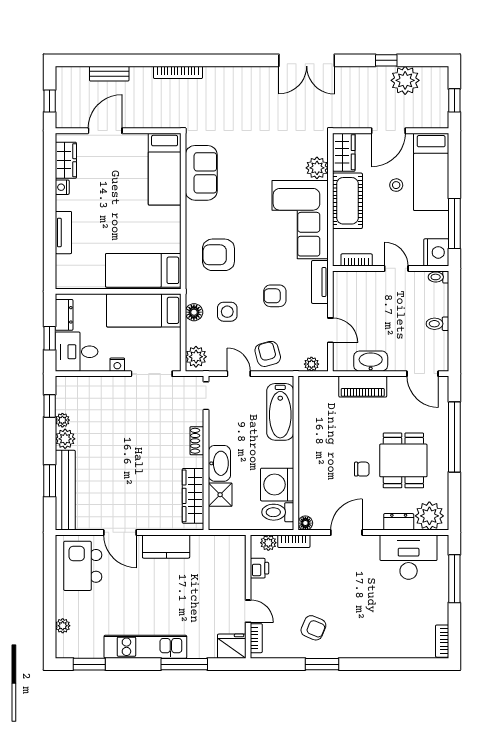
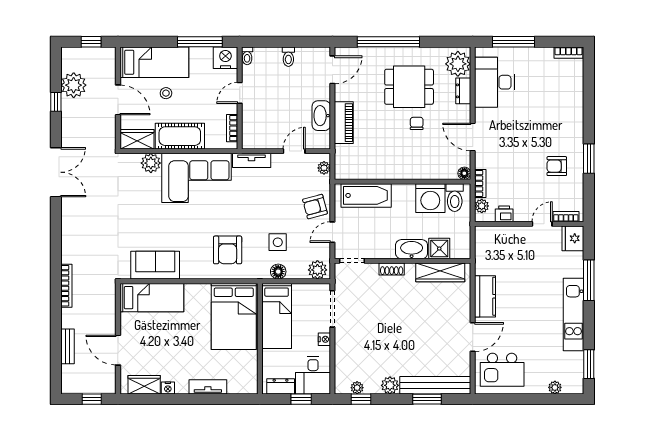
bed: (143, 270) -> (234, 316), width x1.50
armchair: (275, 296) -> (264, 200), removed
plant: (62, 420) -> (357, 388), moved
armchair: (313, 628) -> (557, 166), turned -113

